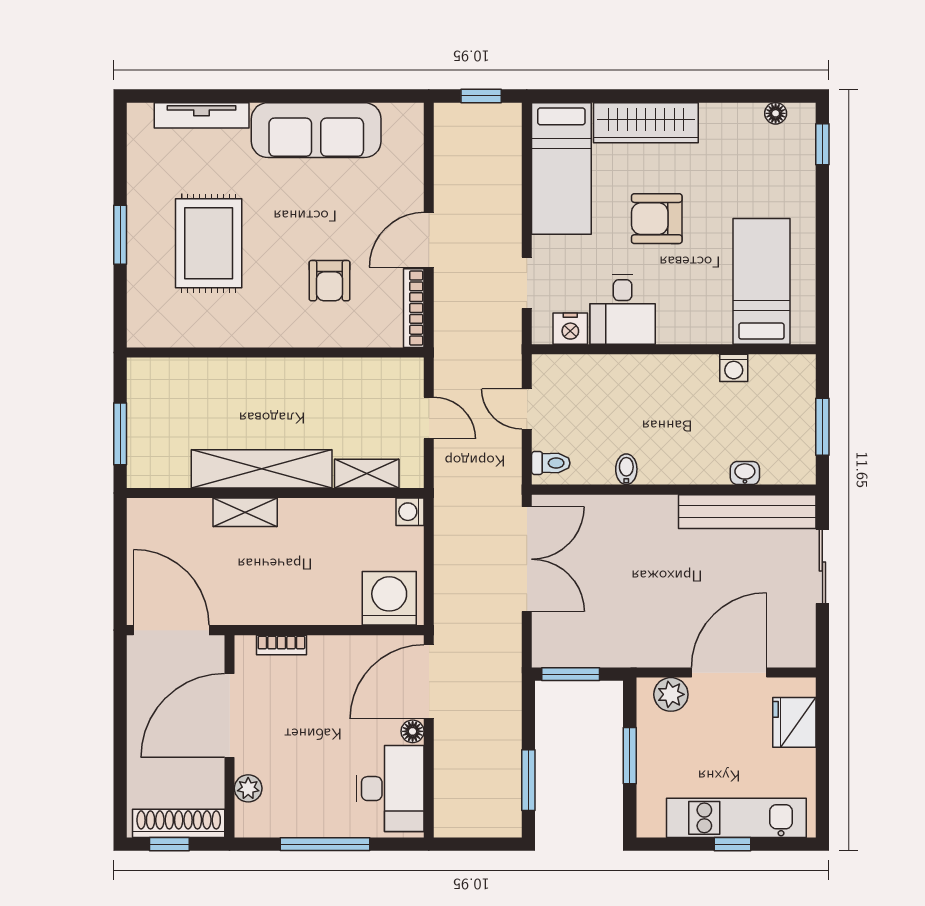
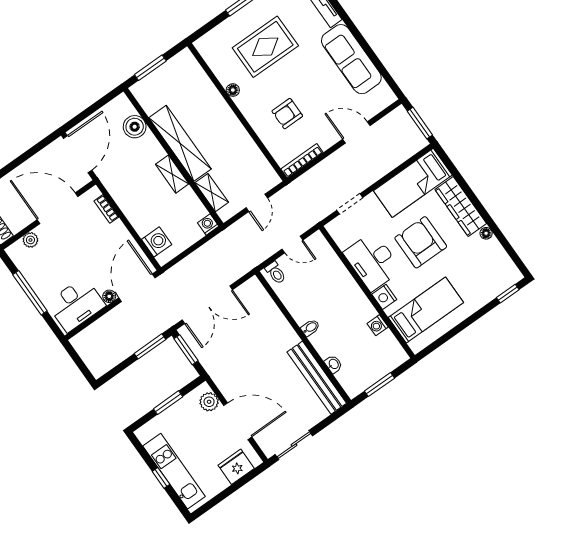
window: (481, 96) -> (420, 123), width x1.50
floor lamp: (776, 113) -> (486, 233), moved
armchair: (657, 219) -> (421, 242), width x1.36, depth x1.36
door: (429, 240) -> (356, 132), moved
desk: (623, 309) -> (372, 261), width x1.37
nightstand: (570, 329) -> (384, 297), moved
floor lamp: (238, 336) -> (233, 90), added
door: (527, 409) -> (292, 245), swing flipped
bidet: (626, 469) -> (310, 328), moved
shelving: (245, 512) -> (172, 174), moved
boiler: (190, 518) -> (135, 127), added
double door: (527, 559) -> (207, 305), moved
sliding door: (822, 566) -> (294, 445), moved
washing machine: (389, 598) -> (157, 242), width x0.73, depth x0.73
door: (429, 682) -> (137, 288), hinge flipped
window: (528, 780) -> (150, 346), moved

